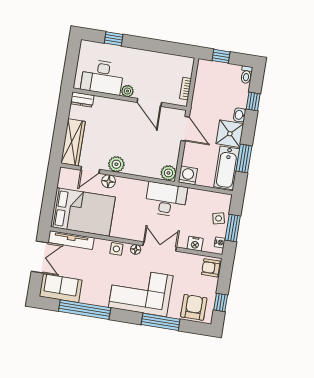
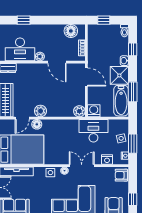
floor lamp: (175, 64) -> (71, 31), added
desk: (166, 199) -> (93, 131), moved

